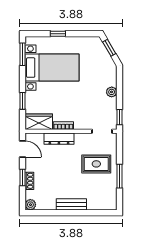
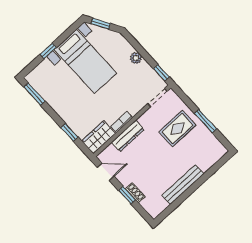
bed with nightstands: (52, 68) -> (85, 61), moved, turned 90
bench: (71, 204) -> (183, 185), width x1.36
plant: (30, 205) -> (154, 211), removed

